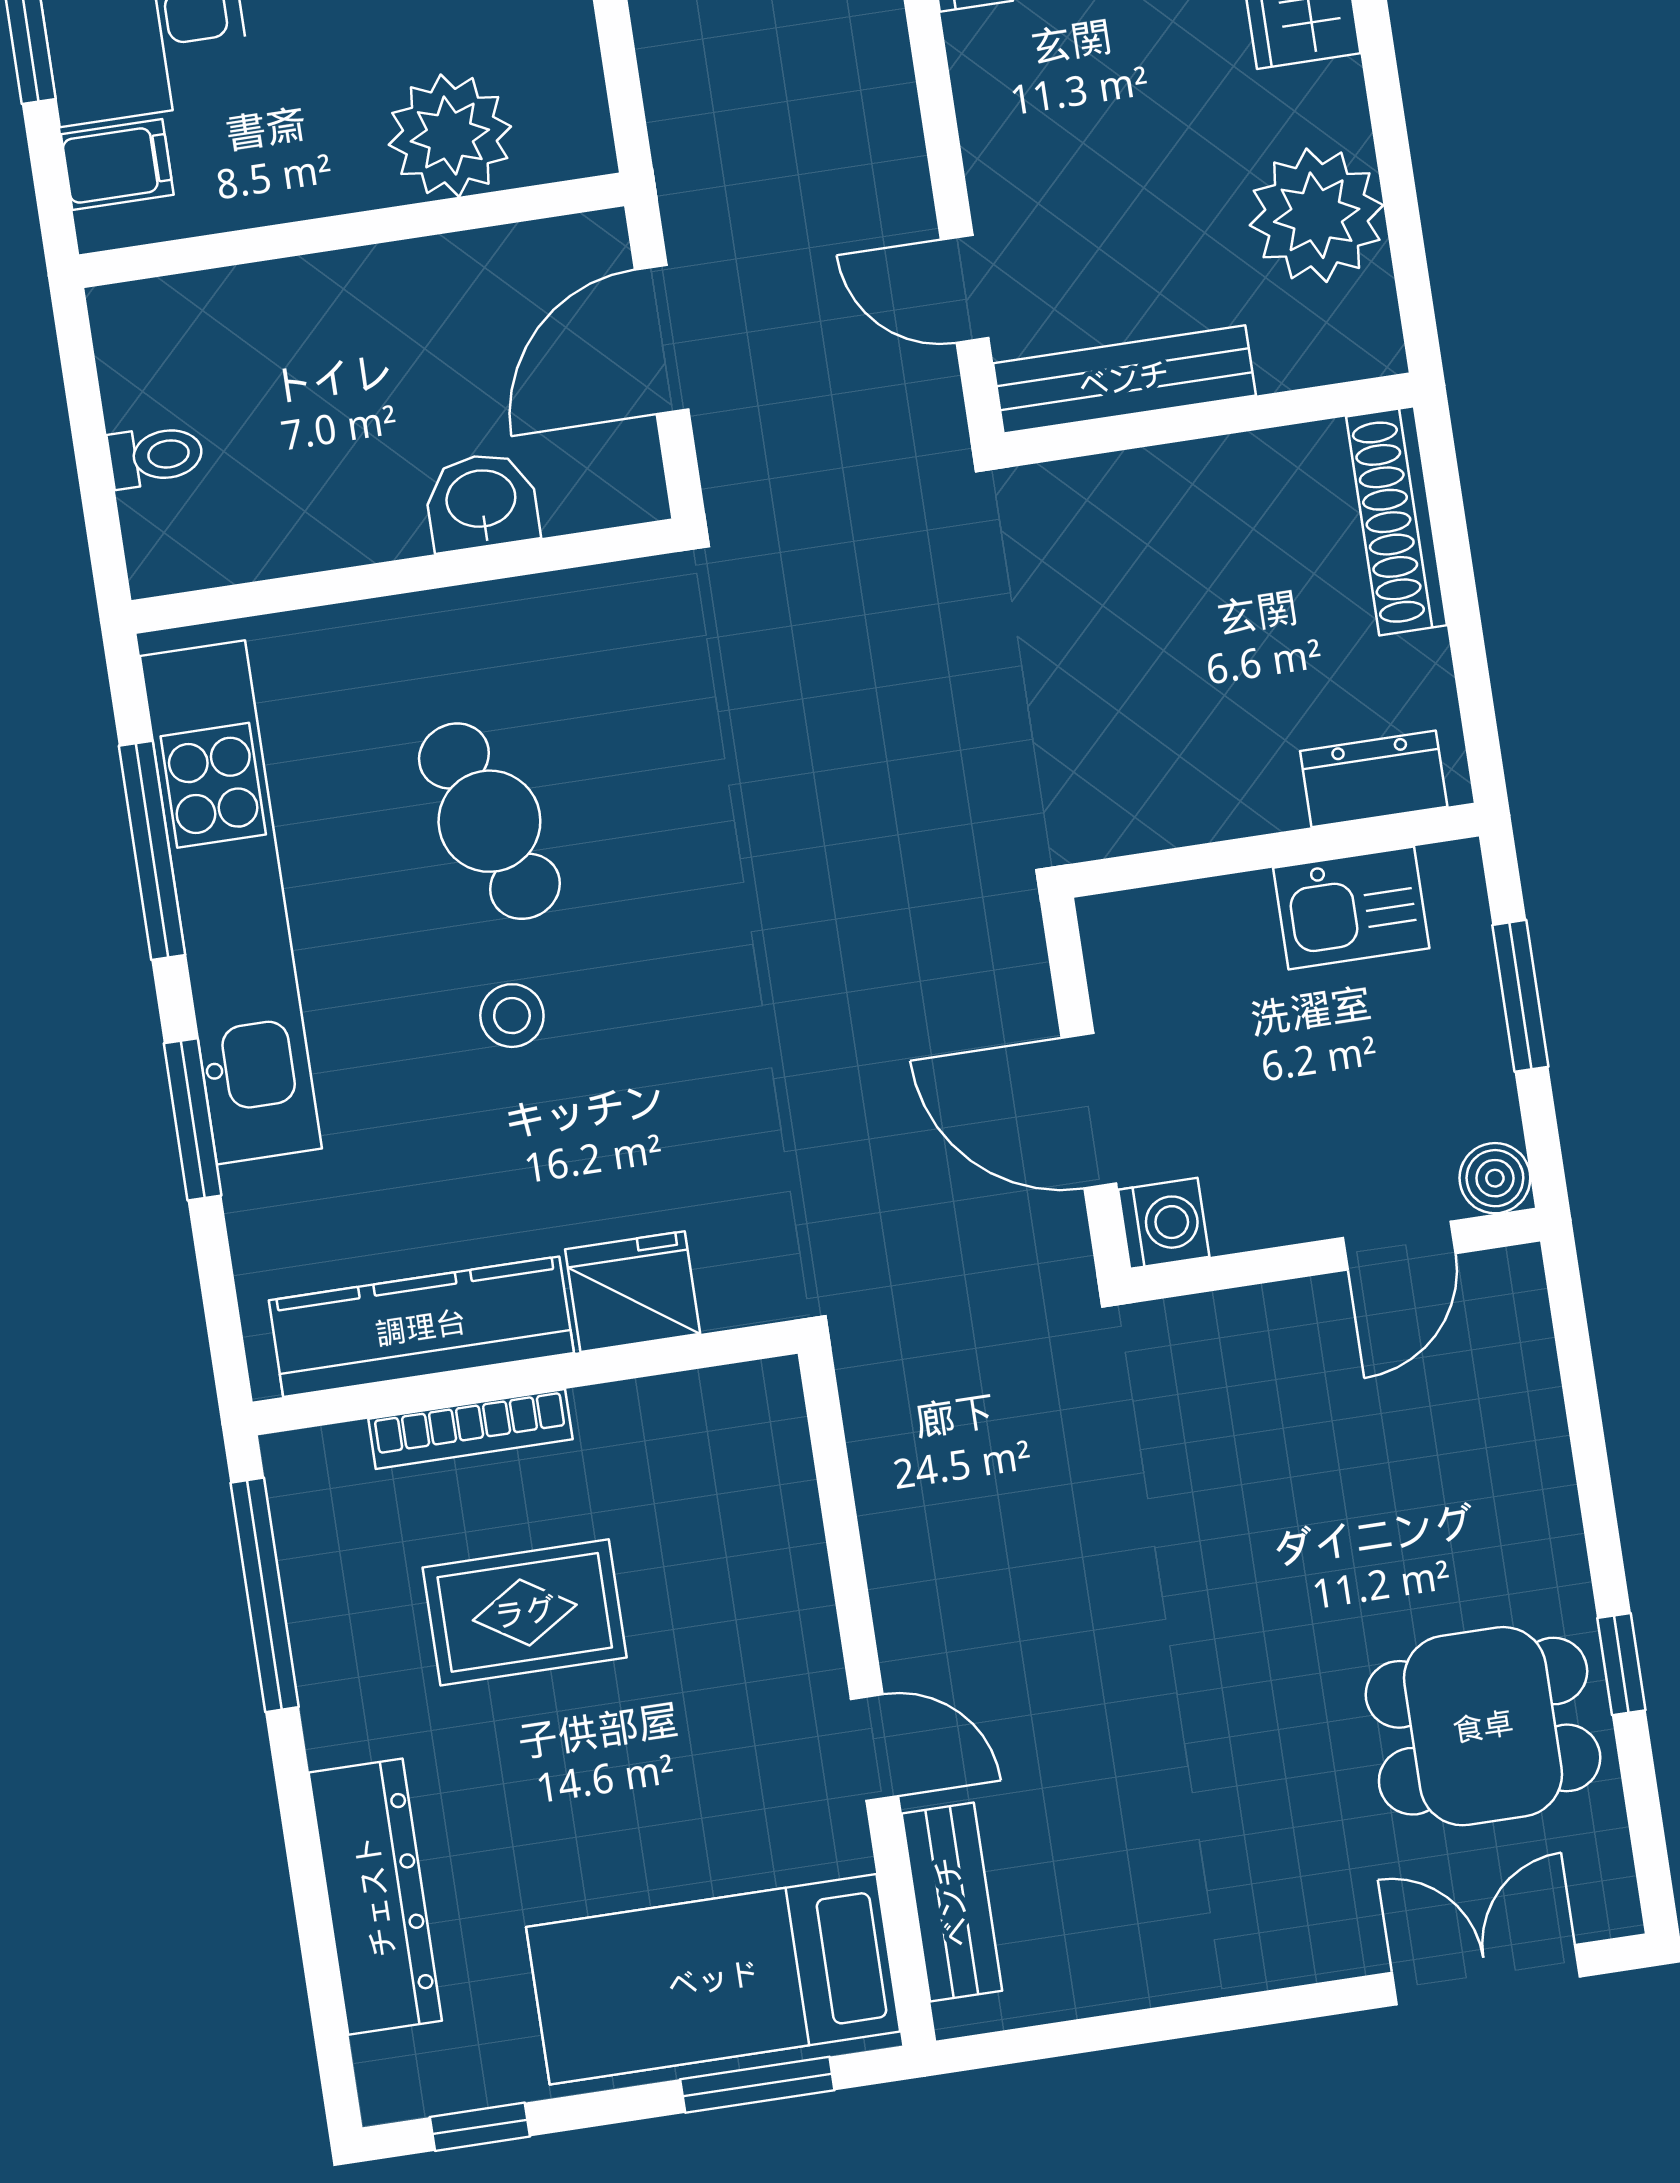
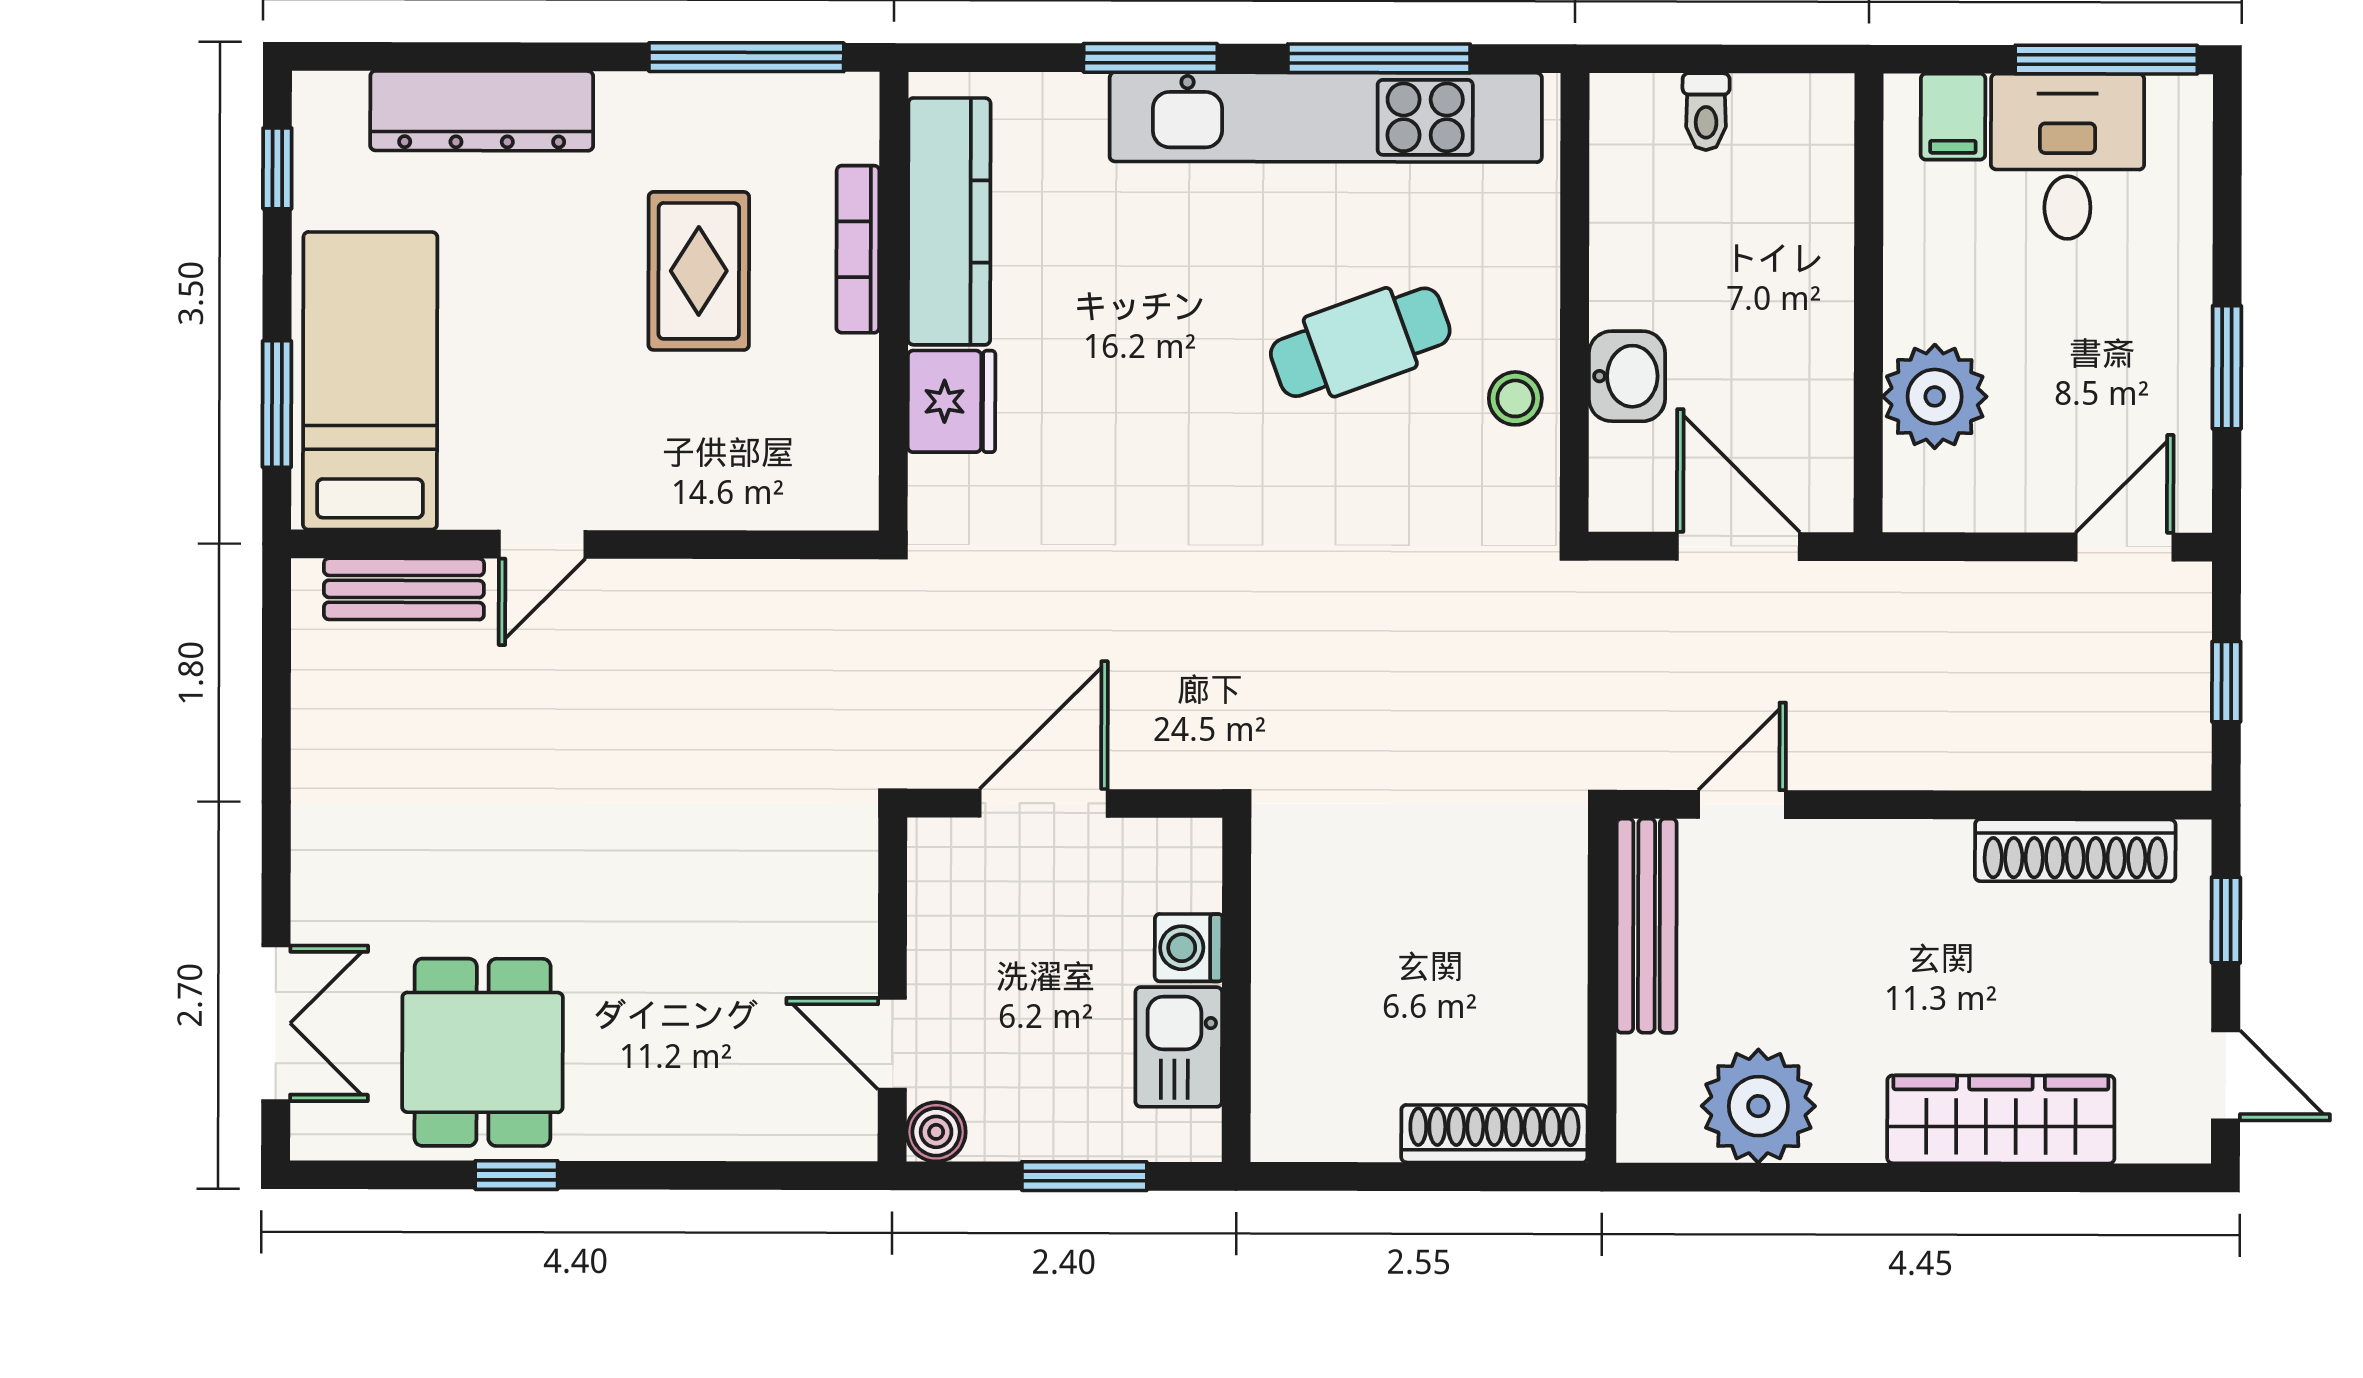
dresser: (1374, 779) -> (1283, 1082), removed
stool: (512, 1016) -> (1515, 398), moved
washing machine: (1164, 1223) -> (1188, 948), moved, turned 90

